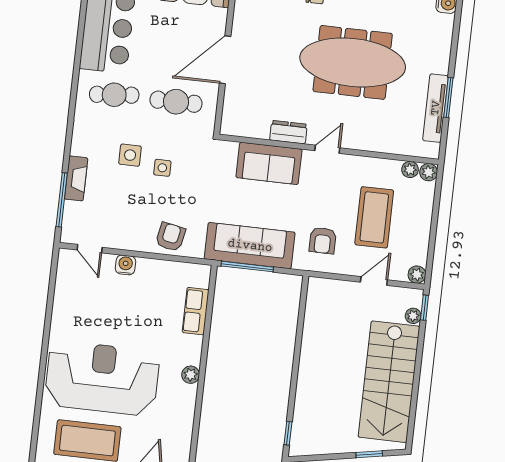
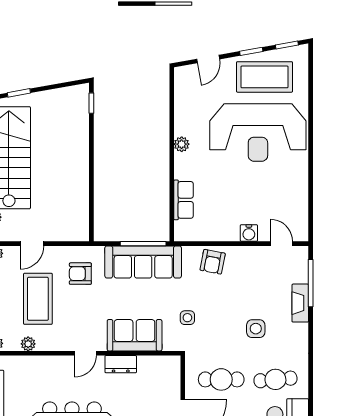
side table: (162, 168) -> (187, 318), moved
plant: (410, 169) -> (28, 344), moved
armchair: (323, 241) -> (80, 274), turned -90

